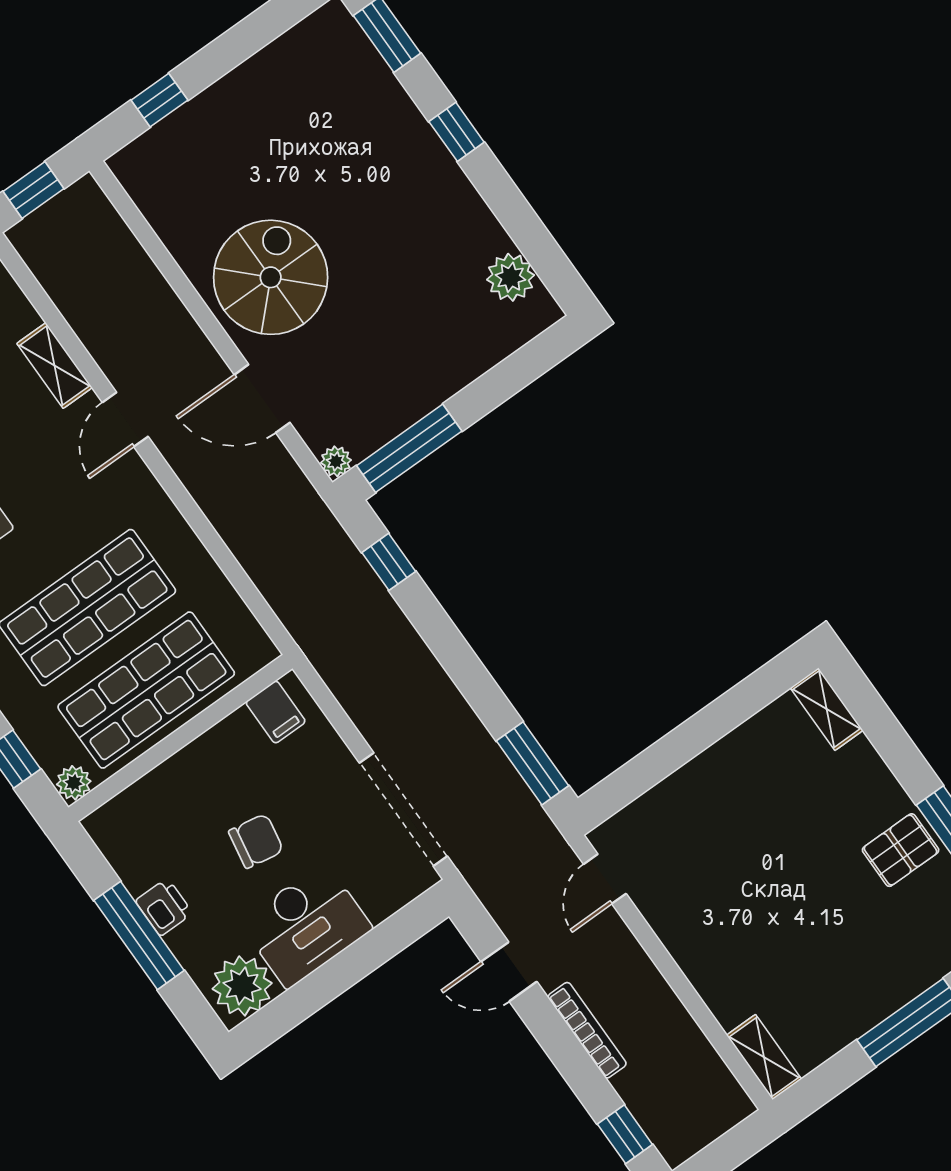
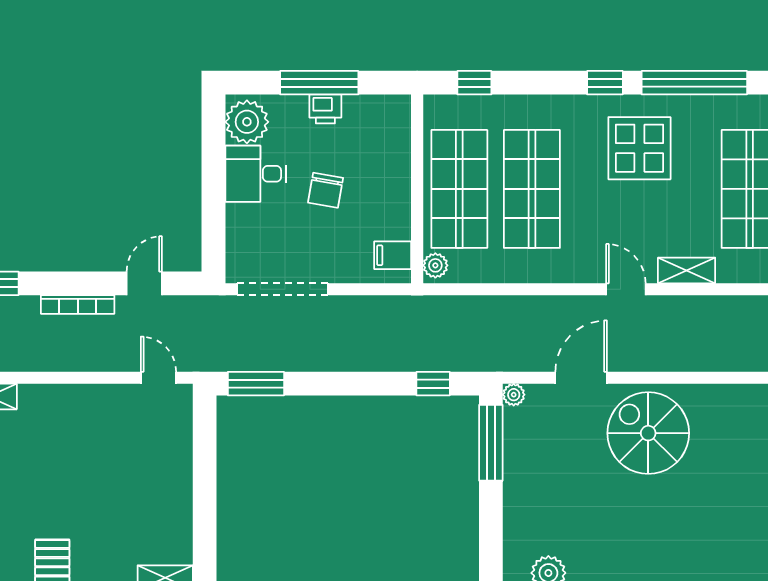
spiral stairs: (271, 277) -> (648, 433), turned 180
plant: (74, 783) -> (435, 265), moved
desk: (306, 925) -> (256, 174), width x0.73

